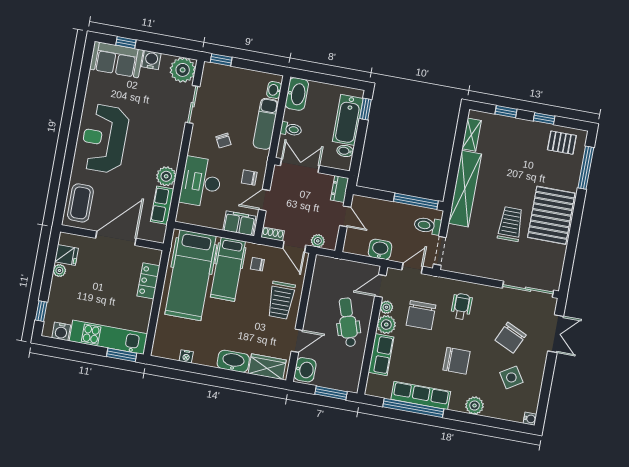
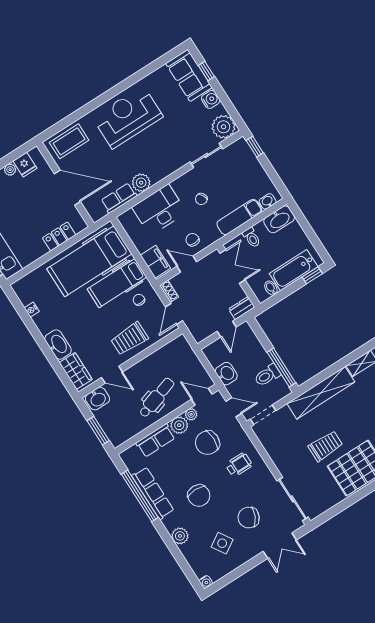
toilet: (428, 226) -> (267, 375), moved, turned -90
plant: (318, 241) -> (193, 326), removed

